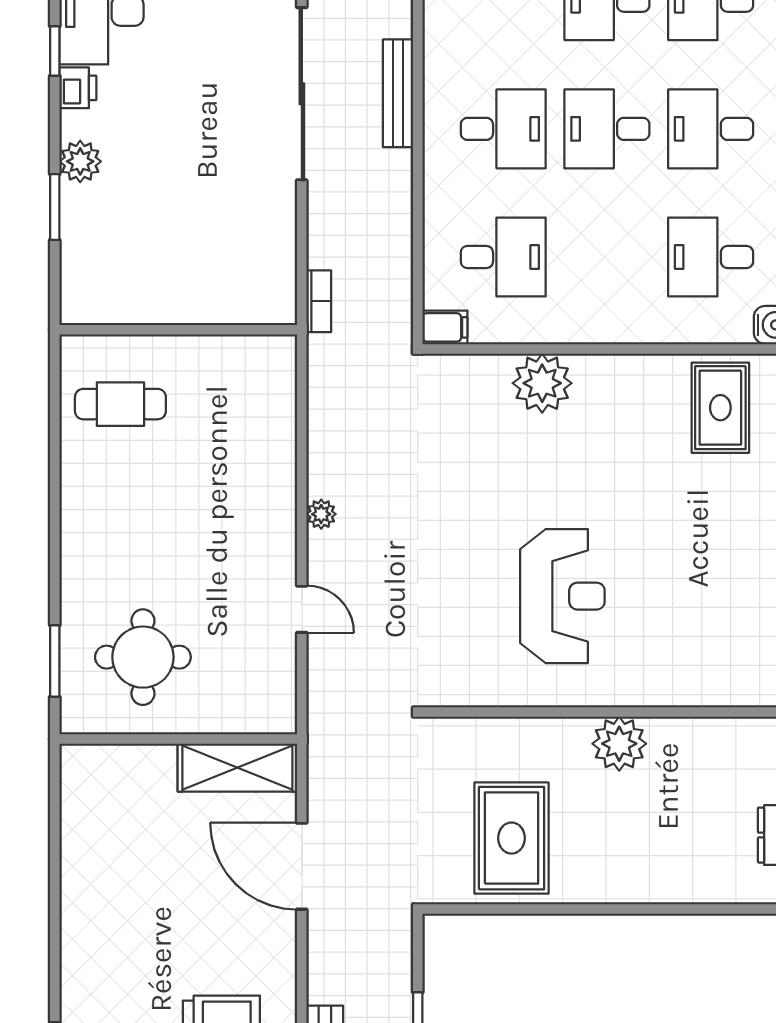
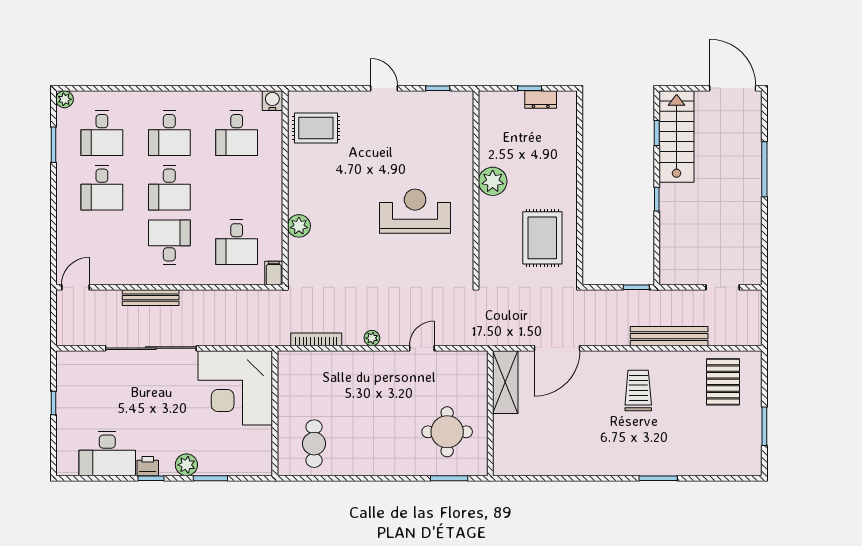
window: (55, 51) -> (151, 478), moved
corner desk: (226, 254) -> (235, 388), added
desk: (503, 257) -> (237, 242), turned 180
bookcase: (319, 301) -> (316, 339), moved, width x1.56
plant: (542, 383) -> (299, 226), width x0.73, depth x0.73
rug: (512, 838) -> (542, 238), turned 90

